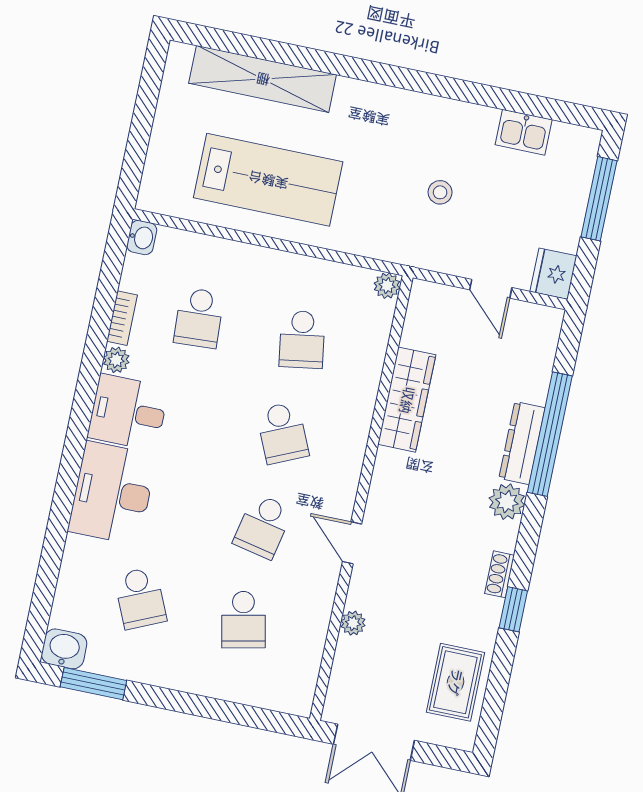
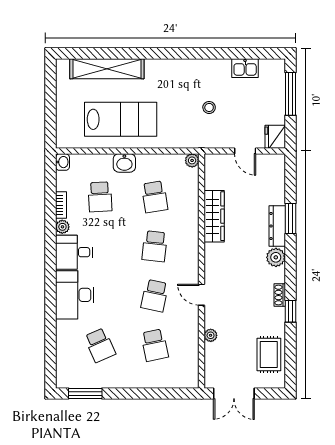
school desk: (282, 433) -> (155, 246), turned 30
window: (550, 434) -> (290, 219), width x0.47
washbasin: (64, 649) -> (124, 163), moved, turned 180

